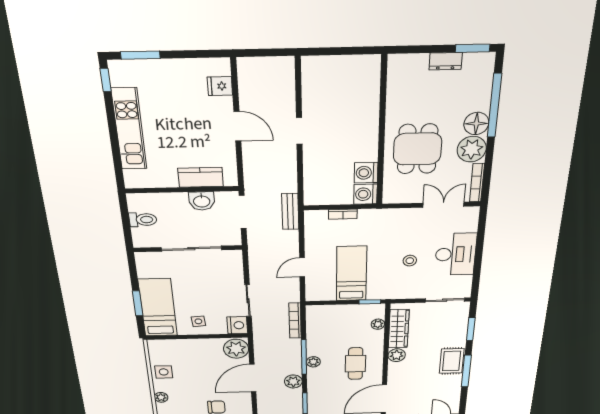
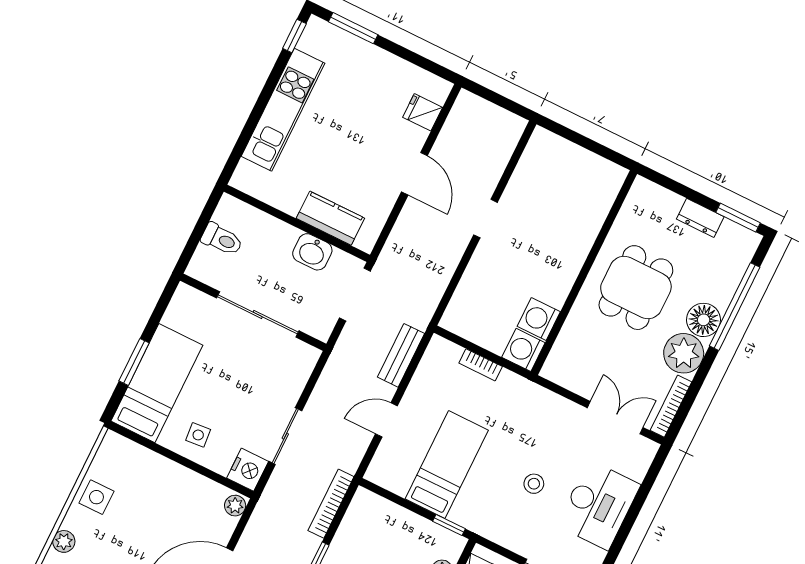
dining table: (417, 149) -> (636, 288), moved
bench: (290, 212) -> (401, 355), moved
plant: (236, 349) -> (235, 506), width x0.53, depth x0.53

